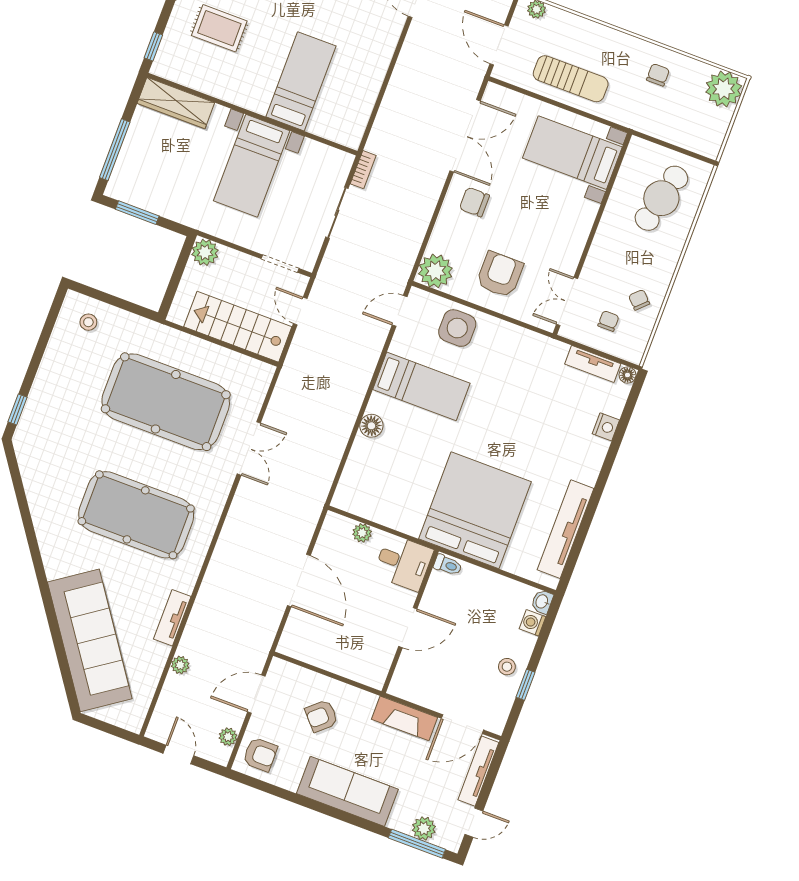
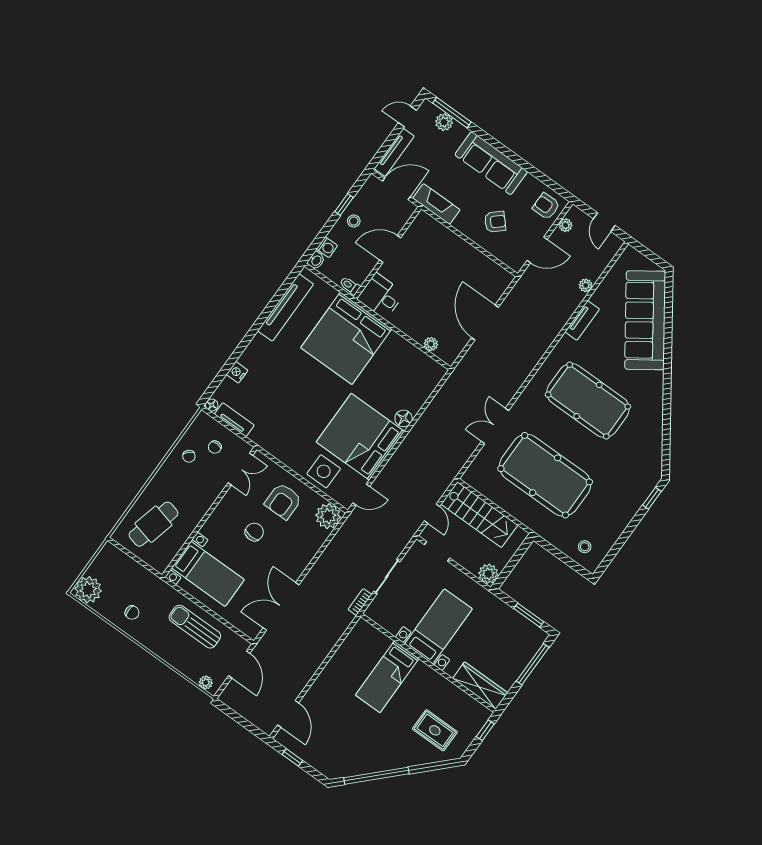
chair: (658, 75) -> (132, 613), turned -90
chair: (474, 202) -> (254, 532), moved, turned -86
bed: (421, 386) -> (360, 437), width x2.04
desk: (403, 562) -> (381, 296), moved
toilet: (448, 565) -> (350, 286), moved
wall: (410, 621) -> (387, 253), moved
door: (408, 628) -> (390, 249), moved

